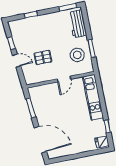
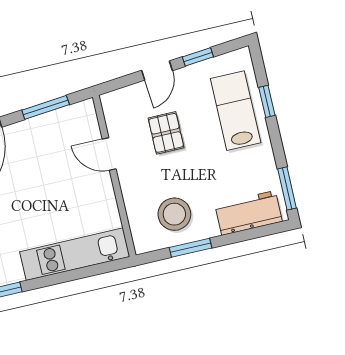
lab bench: (34, 28) -> (236, 111), added
door: (64, 79) -> (109, 154), moved

